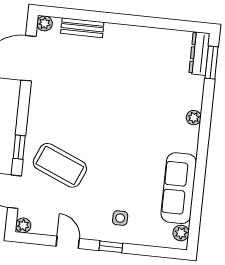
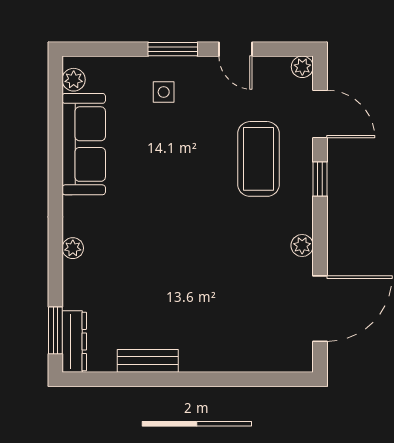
plant: (45, 23) -> (302, 246), moved
bench: (82, 28) -> (148, 361), moved
coffee table: (60, 165) -> (259, 159), turned 67
window: (111, 247) -> (173, 49), width x1.50

